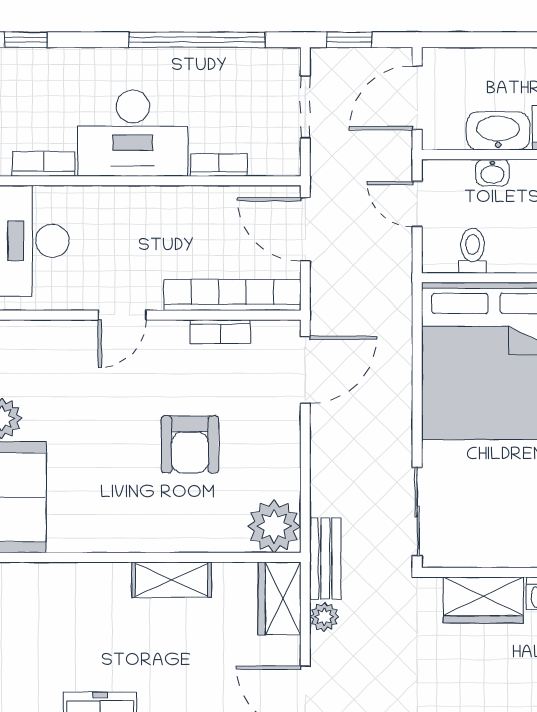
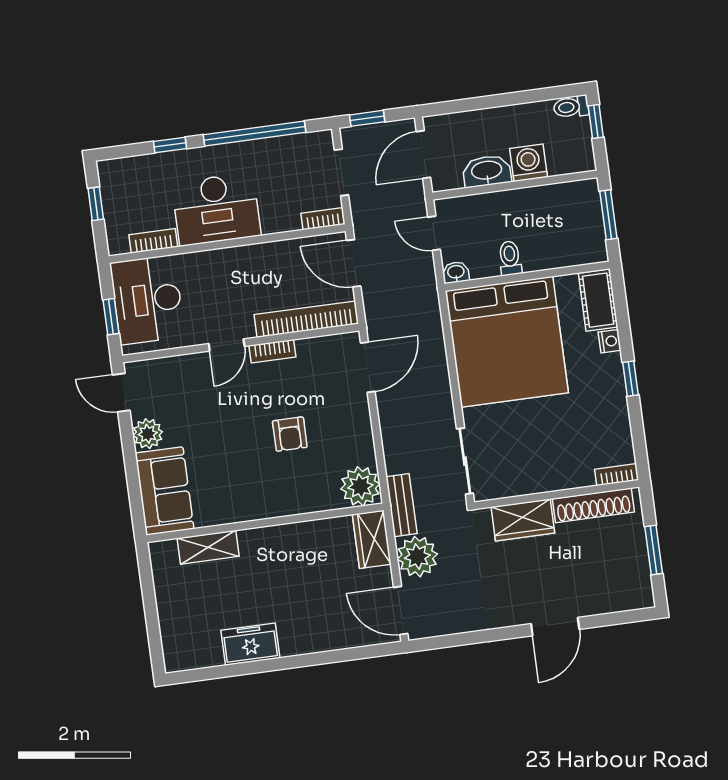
window: (26, 40) -> (170, 145), moved
bookcase: (219, 165) -> (323, 219), moved
washbasin: (492, 173) -> (456, 272), moved, turned 180
toilet: (472, 251) -> (510, 258), moved
bookcase: (220, 332) -> (272, 351), moved
armchair: (190, 444) -> (290, 434), width x0.72, depth x0.72
shelving: (172, 580) -> (208, 547), moved
plant: (324, 617) -> (417, 557), width x1.88, depth x1.88

